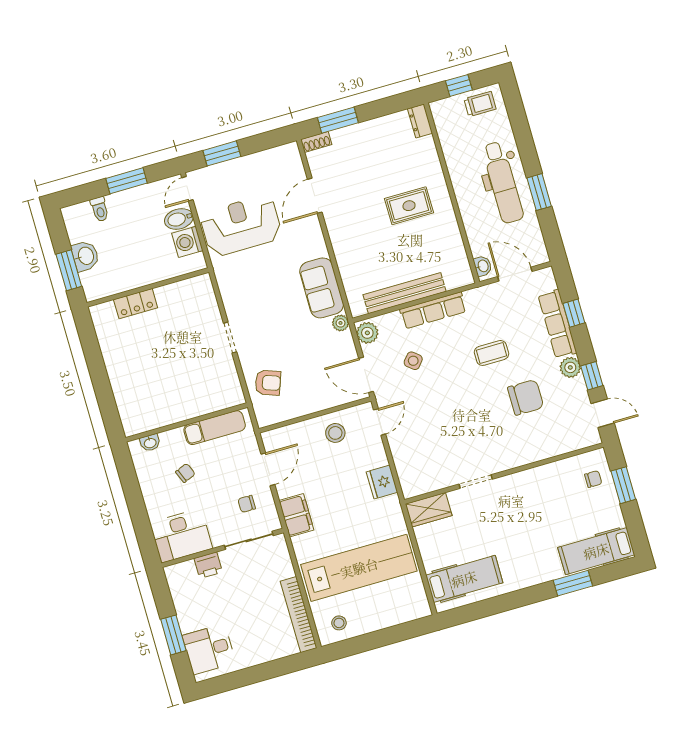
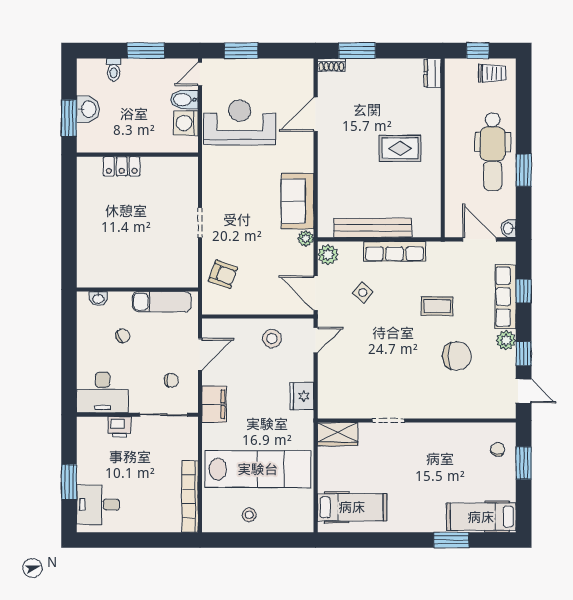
washbasin: (483, 266) -> (509, 228), moved, turned 180
chair: (593, 479) -> (498, 449), turned -77
chair: (247, 504) -> (171, 381), turned 180
stool: (339, 623) -> (249, 515), moved

